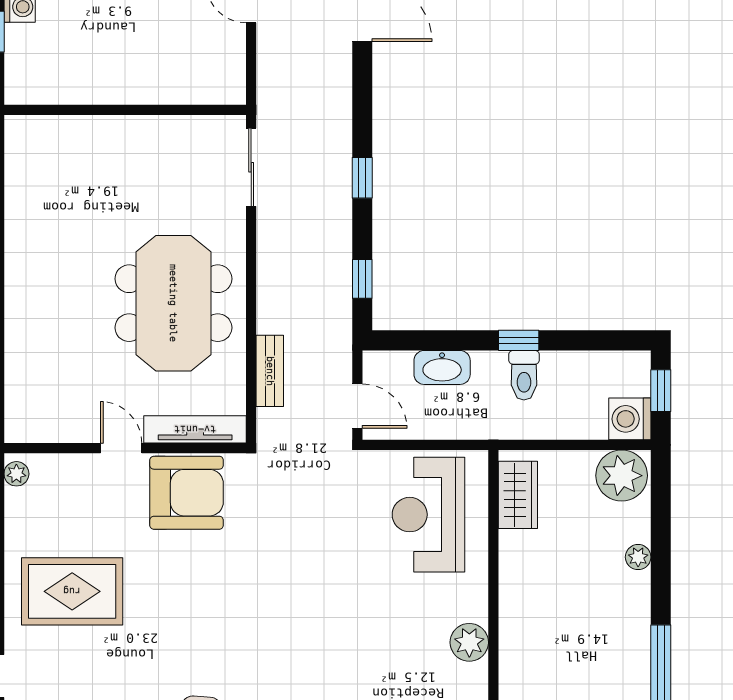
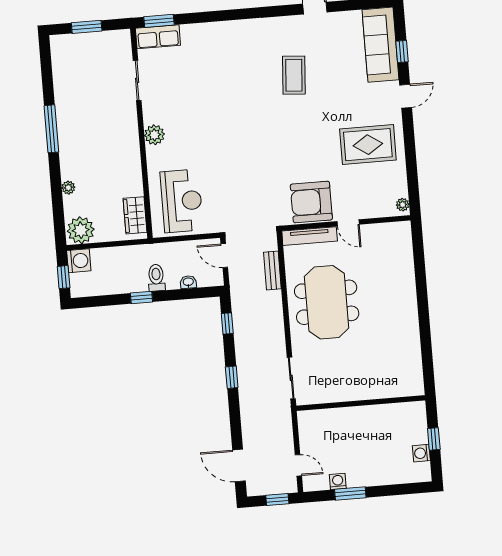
washbasin: (442, 367) -> (188, 282), width x0.52, depth x0.69
toilet: (524, 375) -> (156, 278), moved

